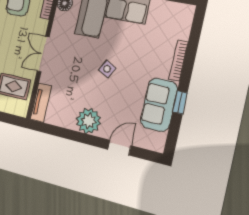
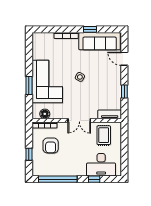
sofa: (159, 105) -> (100, 41), width x1.36
plant: (89, 121) -> (113, 81), removed
window: (69, 134) -> (124, 92), added

